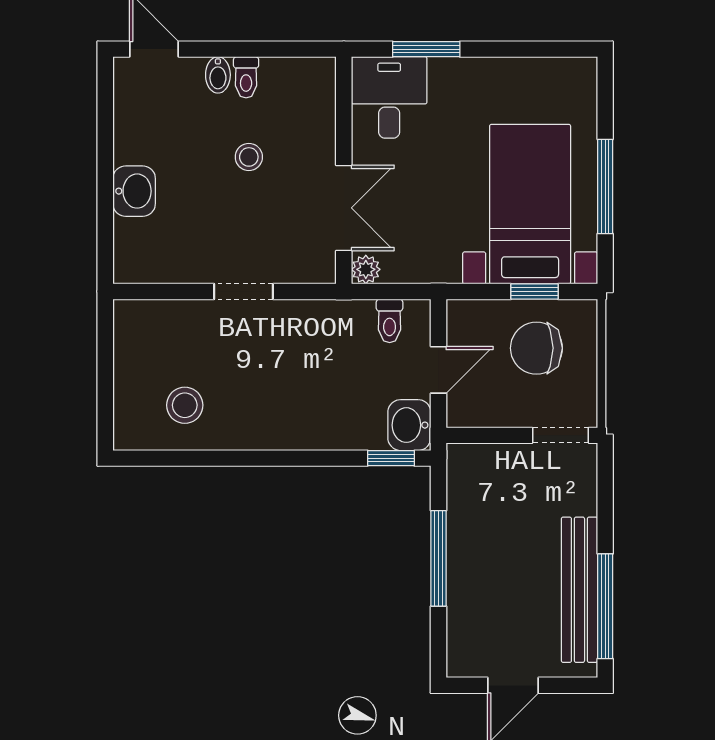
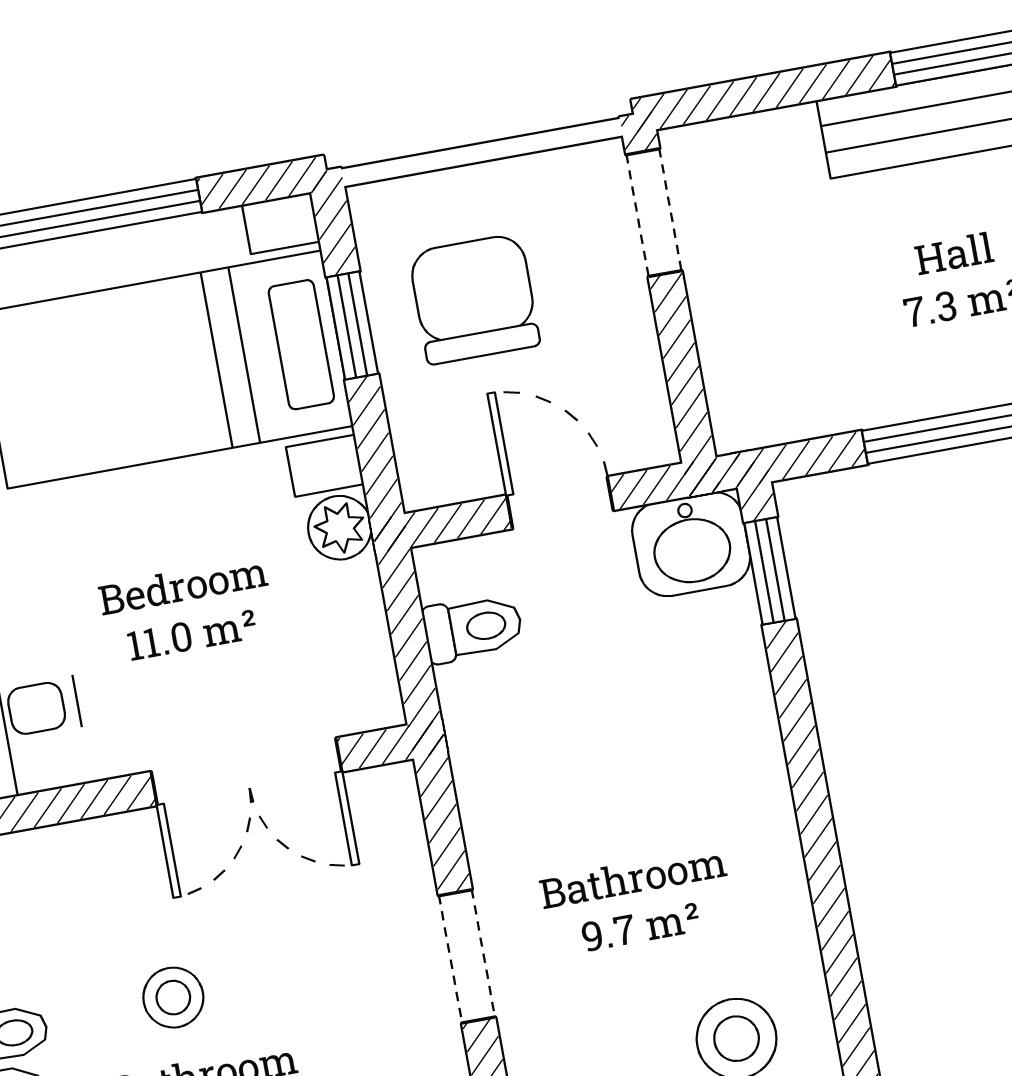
double door: (344, 208) -> (247, 772), swing flipped
plant: (366, 269) -> (340, 528), moved
chair: (536, 348) -> (474, 299), turned 180

